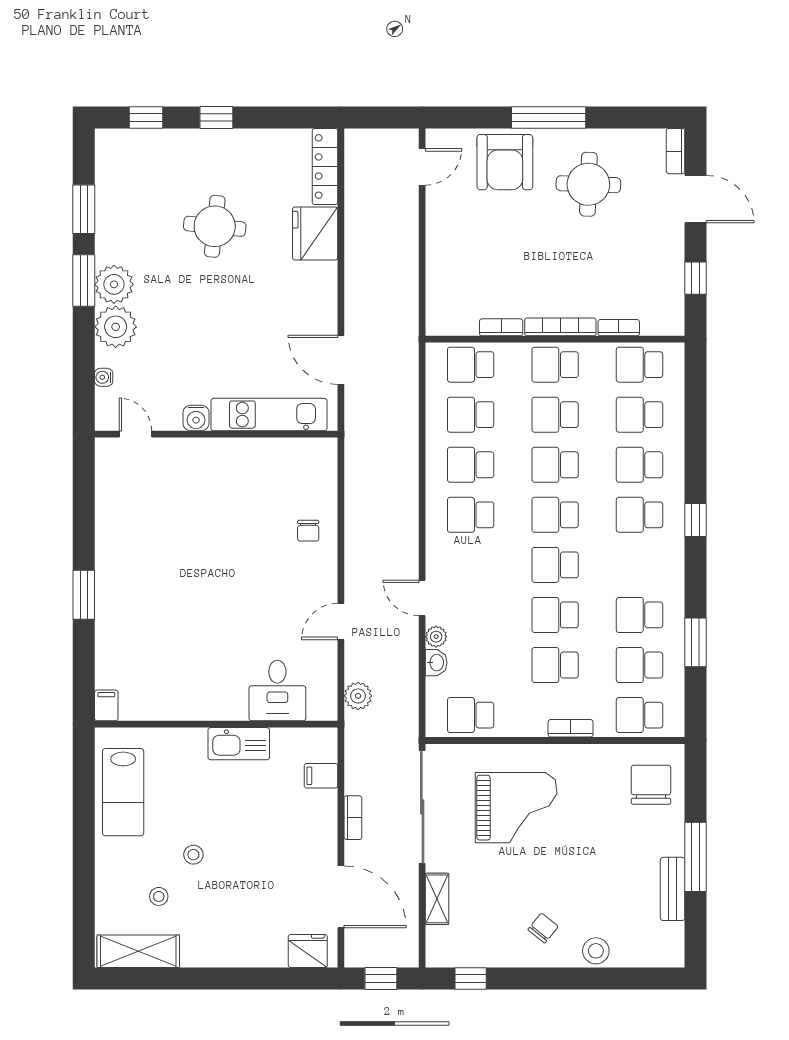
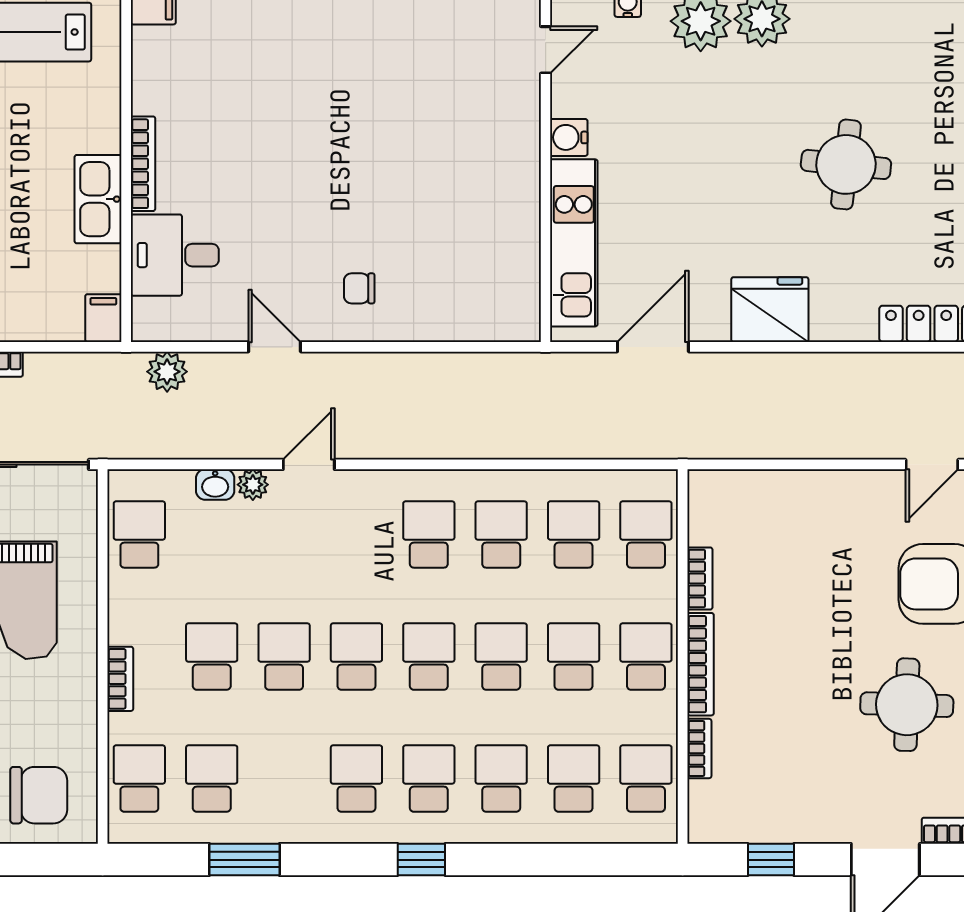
door: (422, 167) -> (932, 464), hinge flipped
fridge: (315, 233) -> (770, 310), moved
chair: (308, 531) -> (359, 288), moved
school desk: (639, 615) -> (356, 779), moved
bookcase: (214, 713) -> (143, 164), added
filing cabinet: (321, 776) -> (103, 318), moved

